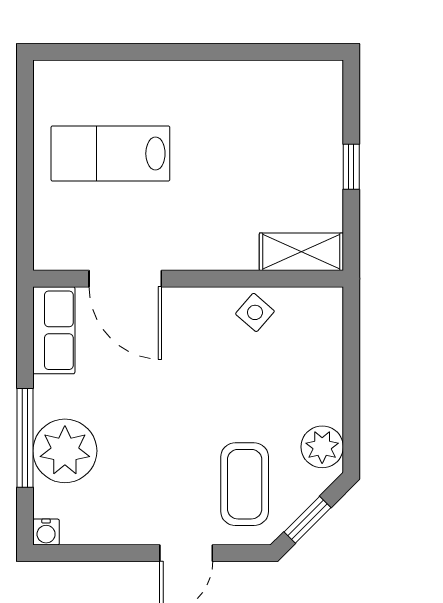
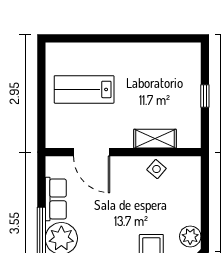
shelving: (301, 252) -> (155, 139), moved
row of seats: (54, 330) -> (56, 199), moved

